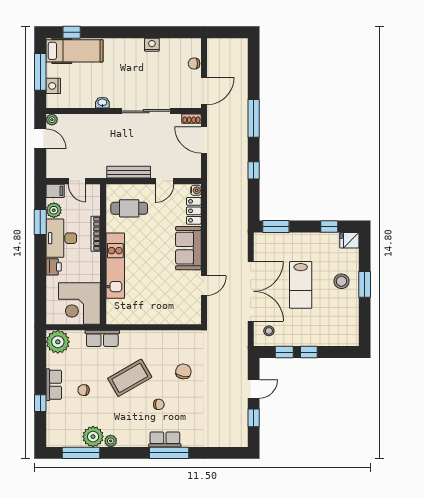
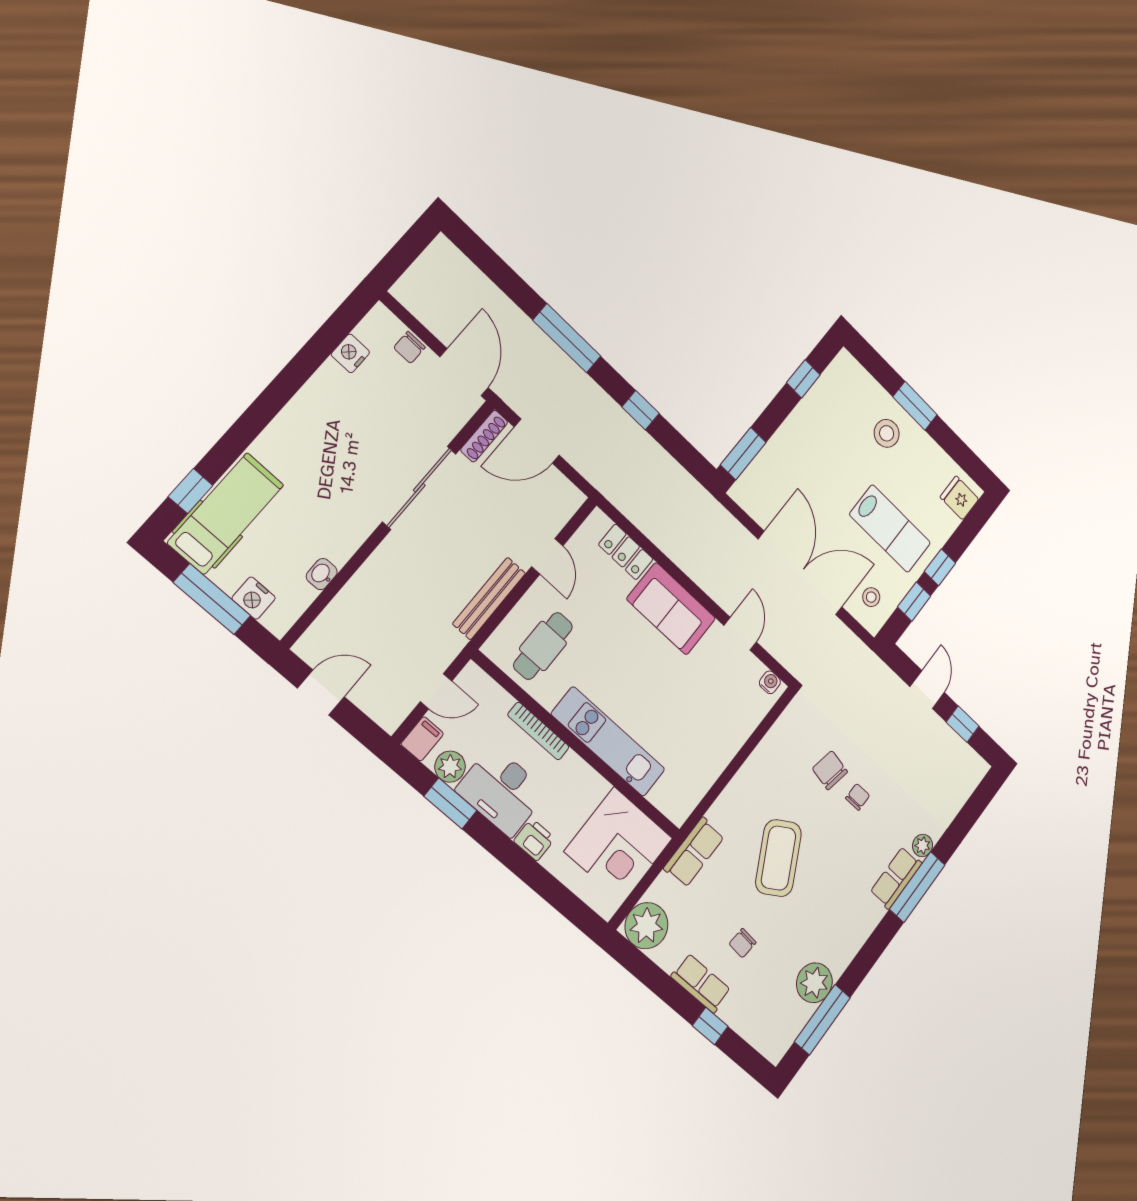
nightstand: (152, 45) -> (350, 353), moved
washbasin: (102, 103) -> (322, 574), moved
shoe rack: (191, 119) -> (484, 436), width x1.43
plant: (52, 120) -> (306, 648), removed
water cooler: (196, 190) -> (770, 682), moved
fridge: (349, 240) -> (959, 498), moved, turned 90
lab bench: (301, 285) -> (890, 529), moved
chair: (159, 404) -> (858, 797), moved
plant: (111, 441) -> (922, 846), moved

